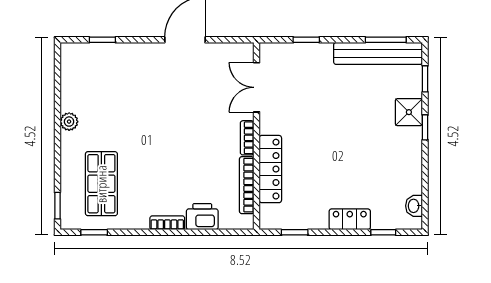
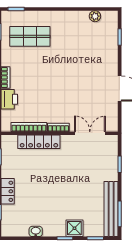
plant: (69, 122) -> (95, 16), moved
washbasin: (414, 206) -> (36, 231), moved

